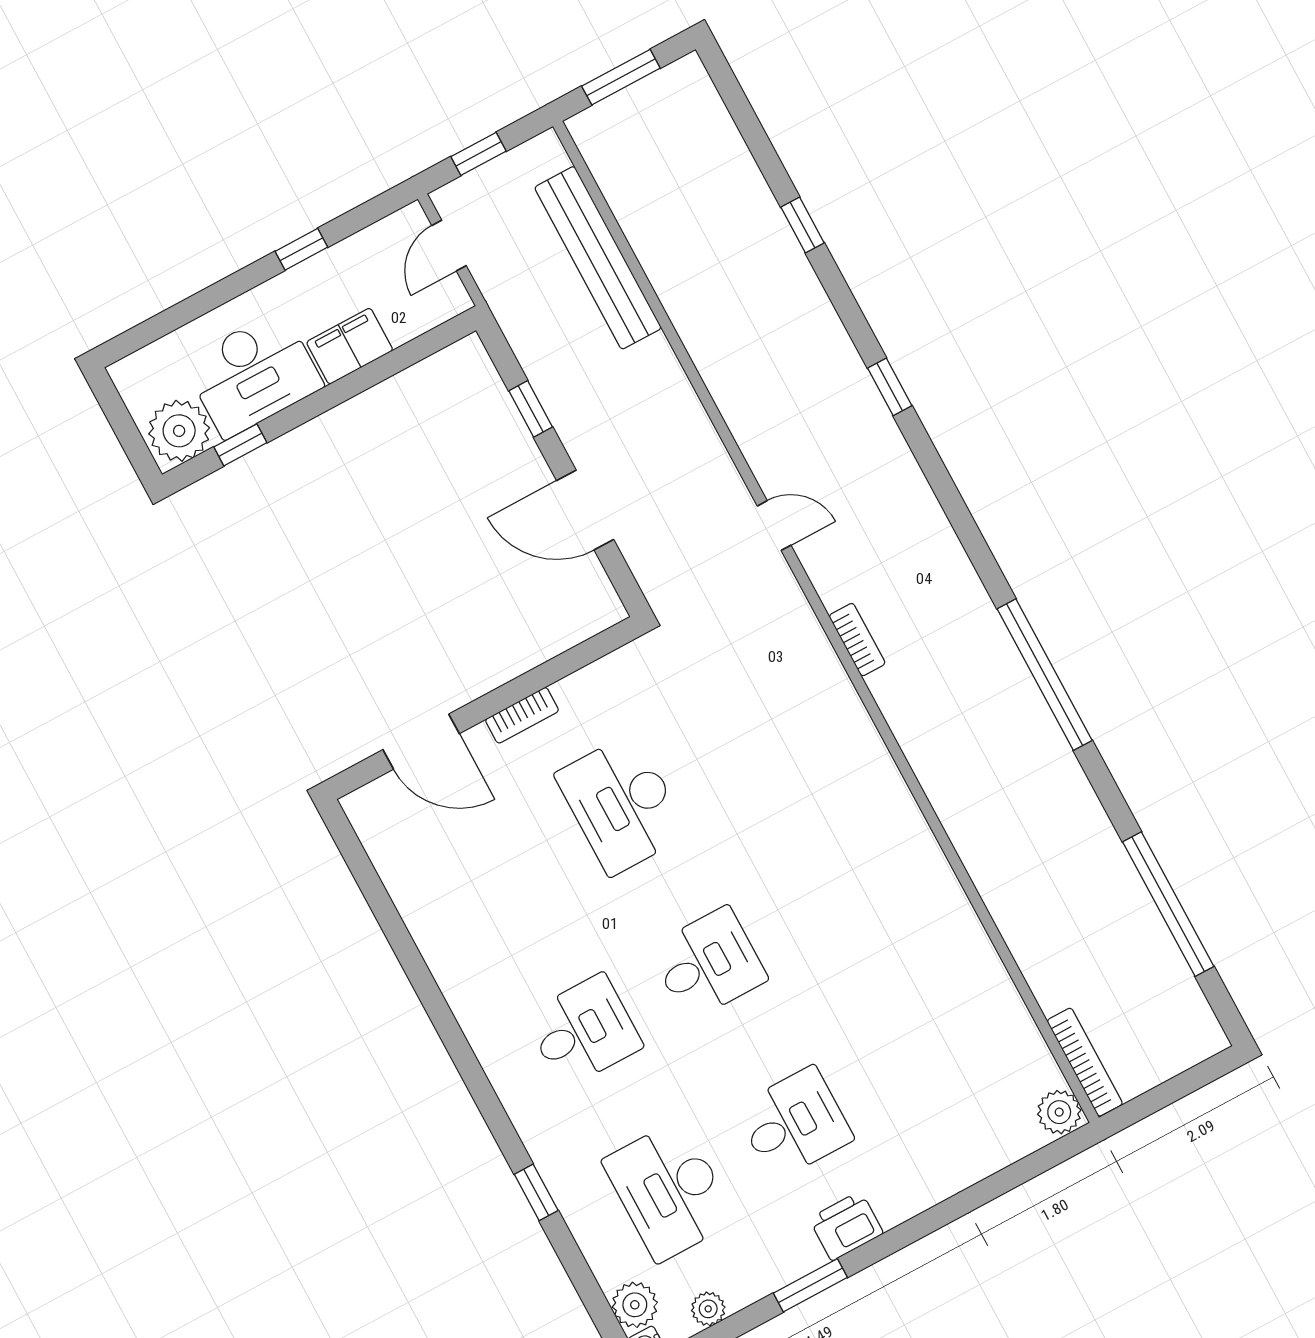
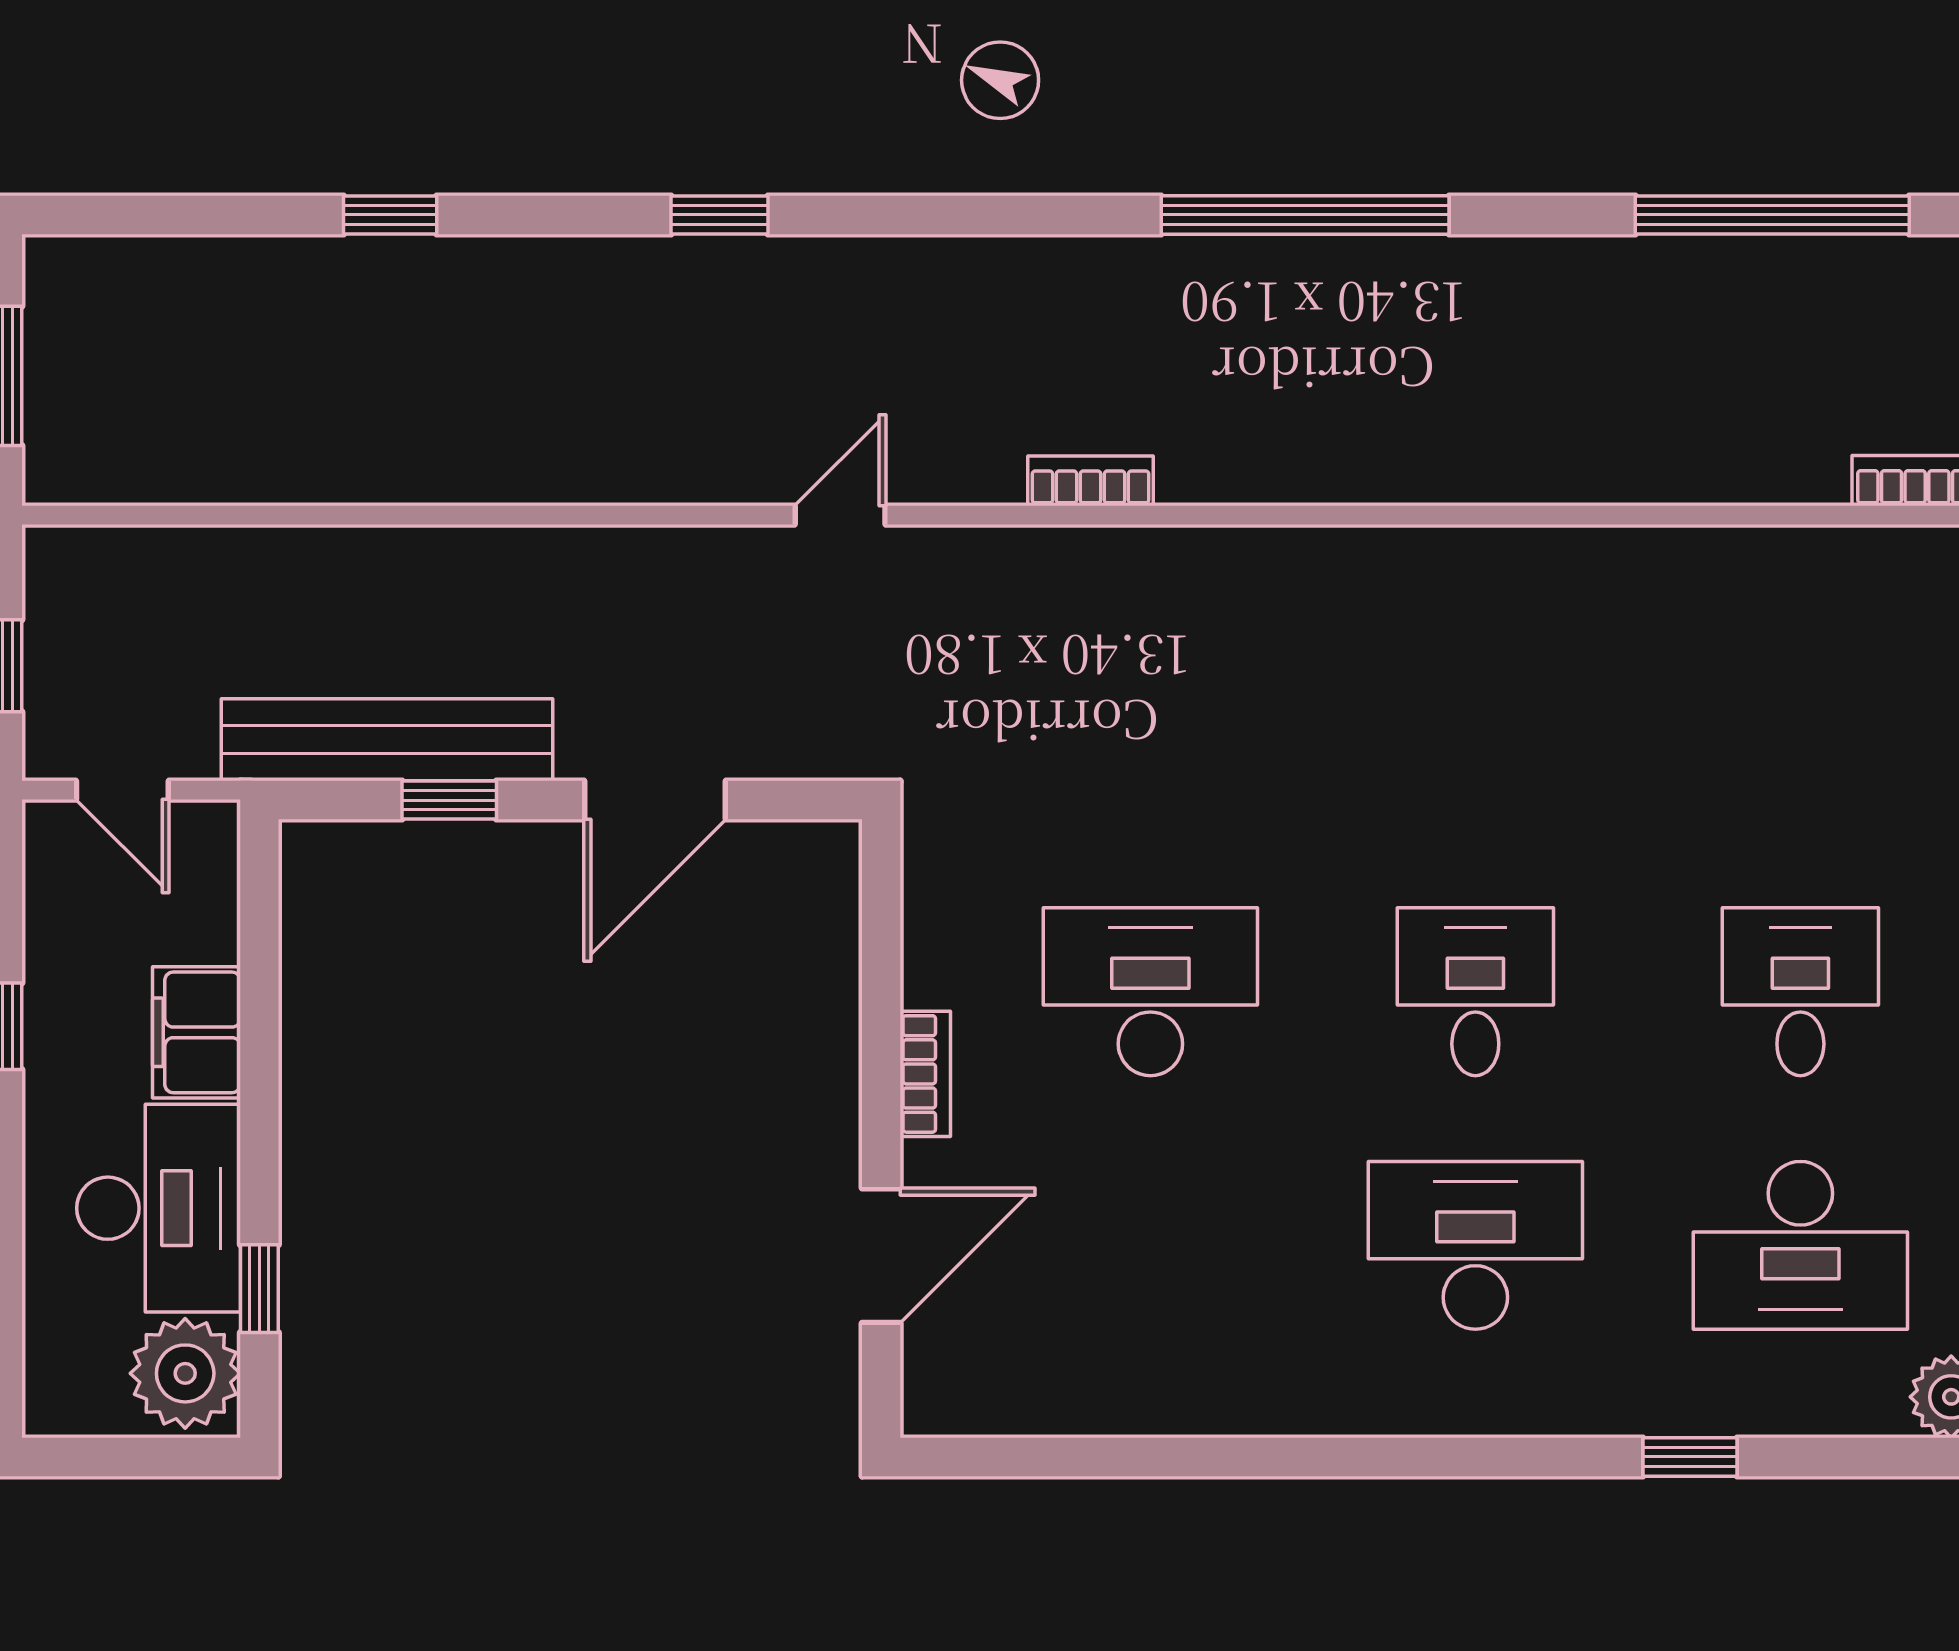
bench: (598, 258) -> (387, 740), moved
desk: (622, 804) -> (1150, 992), turned 180
desk: (583, 1031) -> (1475, 1245), width x1.37

